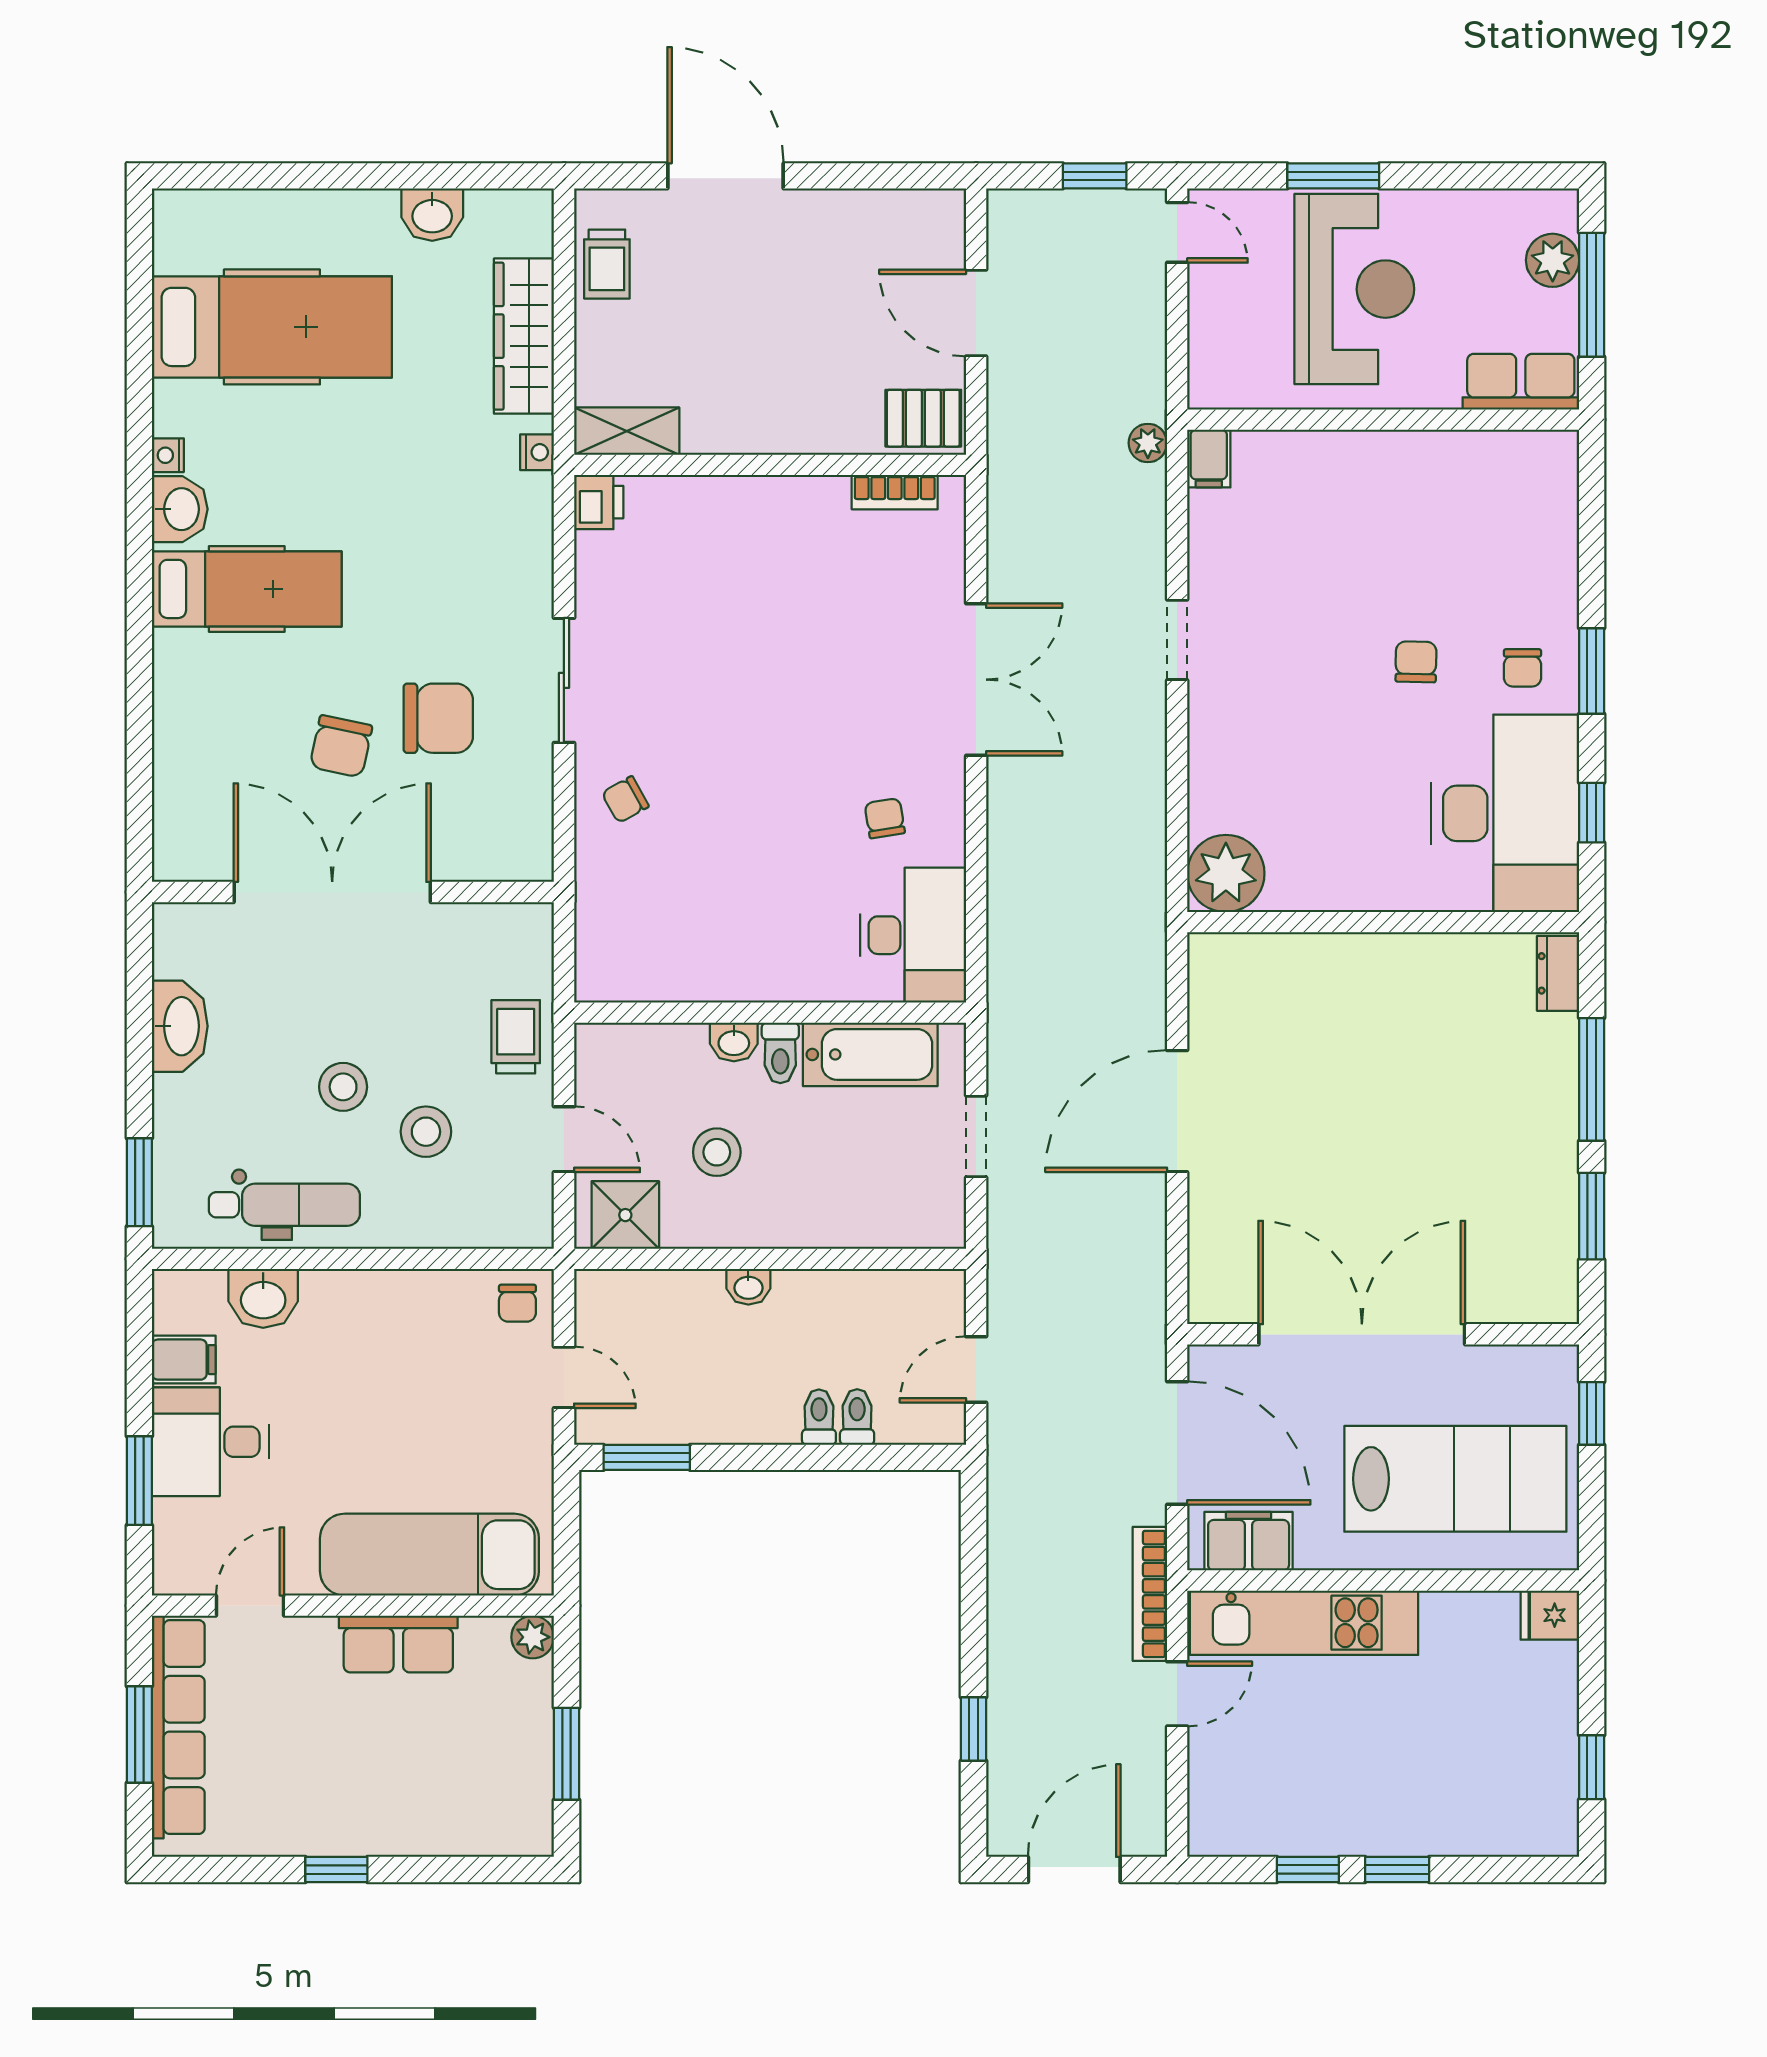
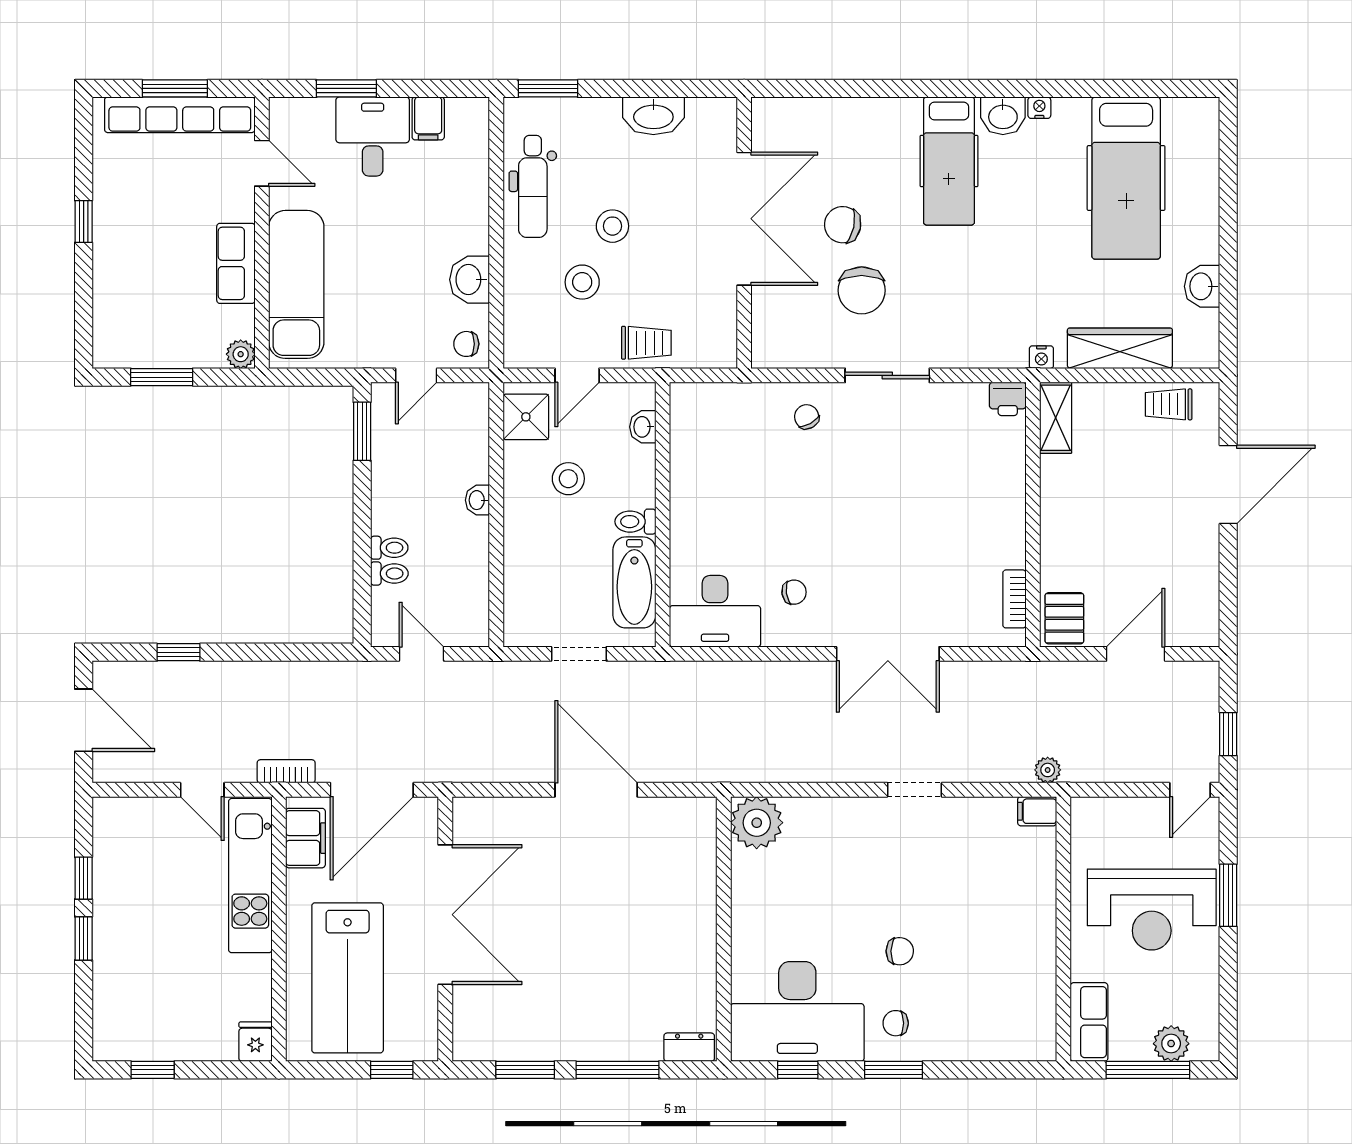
washbasin: (734, 1042) -> (643, 427), moved
washbasin: (263, 1298) -> (470, 280), moved
bookcase: (1150, 1594) -> (286, 771), width x0.64

